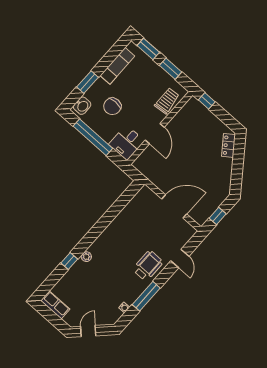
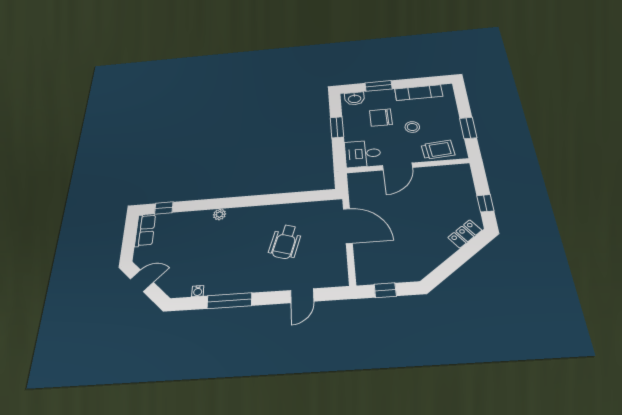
window: (148, 49) -> (462, 100), removed
stool: (138, 97) -> (412, 127), added
window: (207, 101) -> (485, 203), moved
window: (93, 137) -> (337, 127), width x0.47
door: (174, 206) -> (348, 226), moved
window: (69, 261) -> (164, 208), moved
wheelchair: (148, 266) -> (285, 242), moved, turned 107

